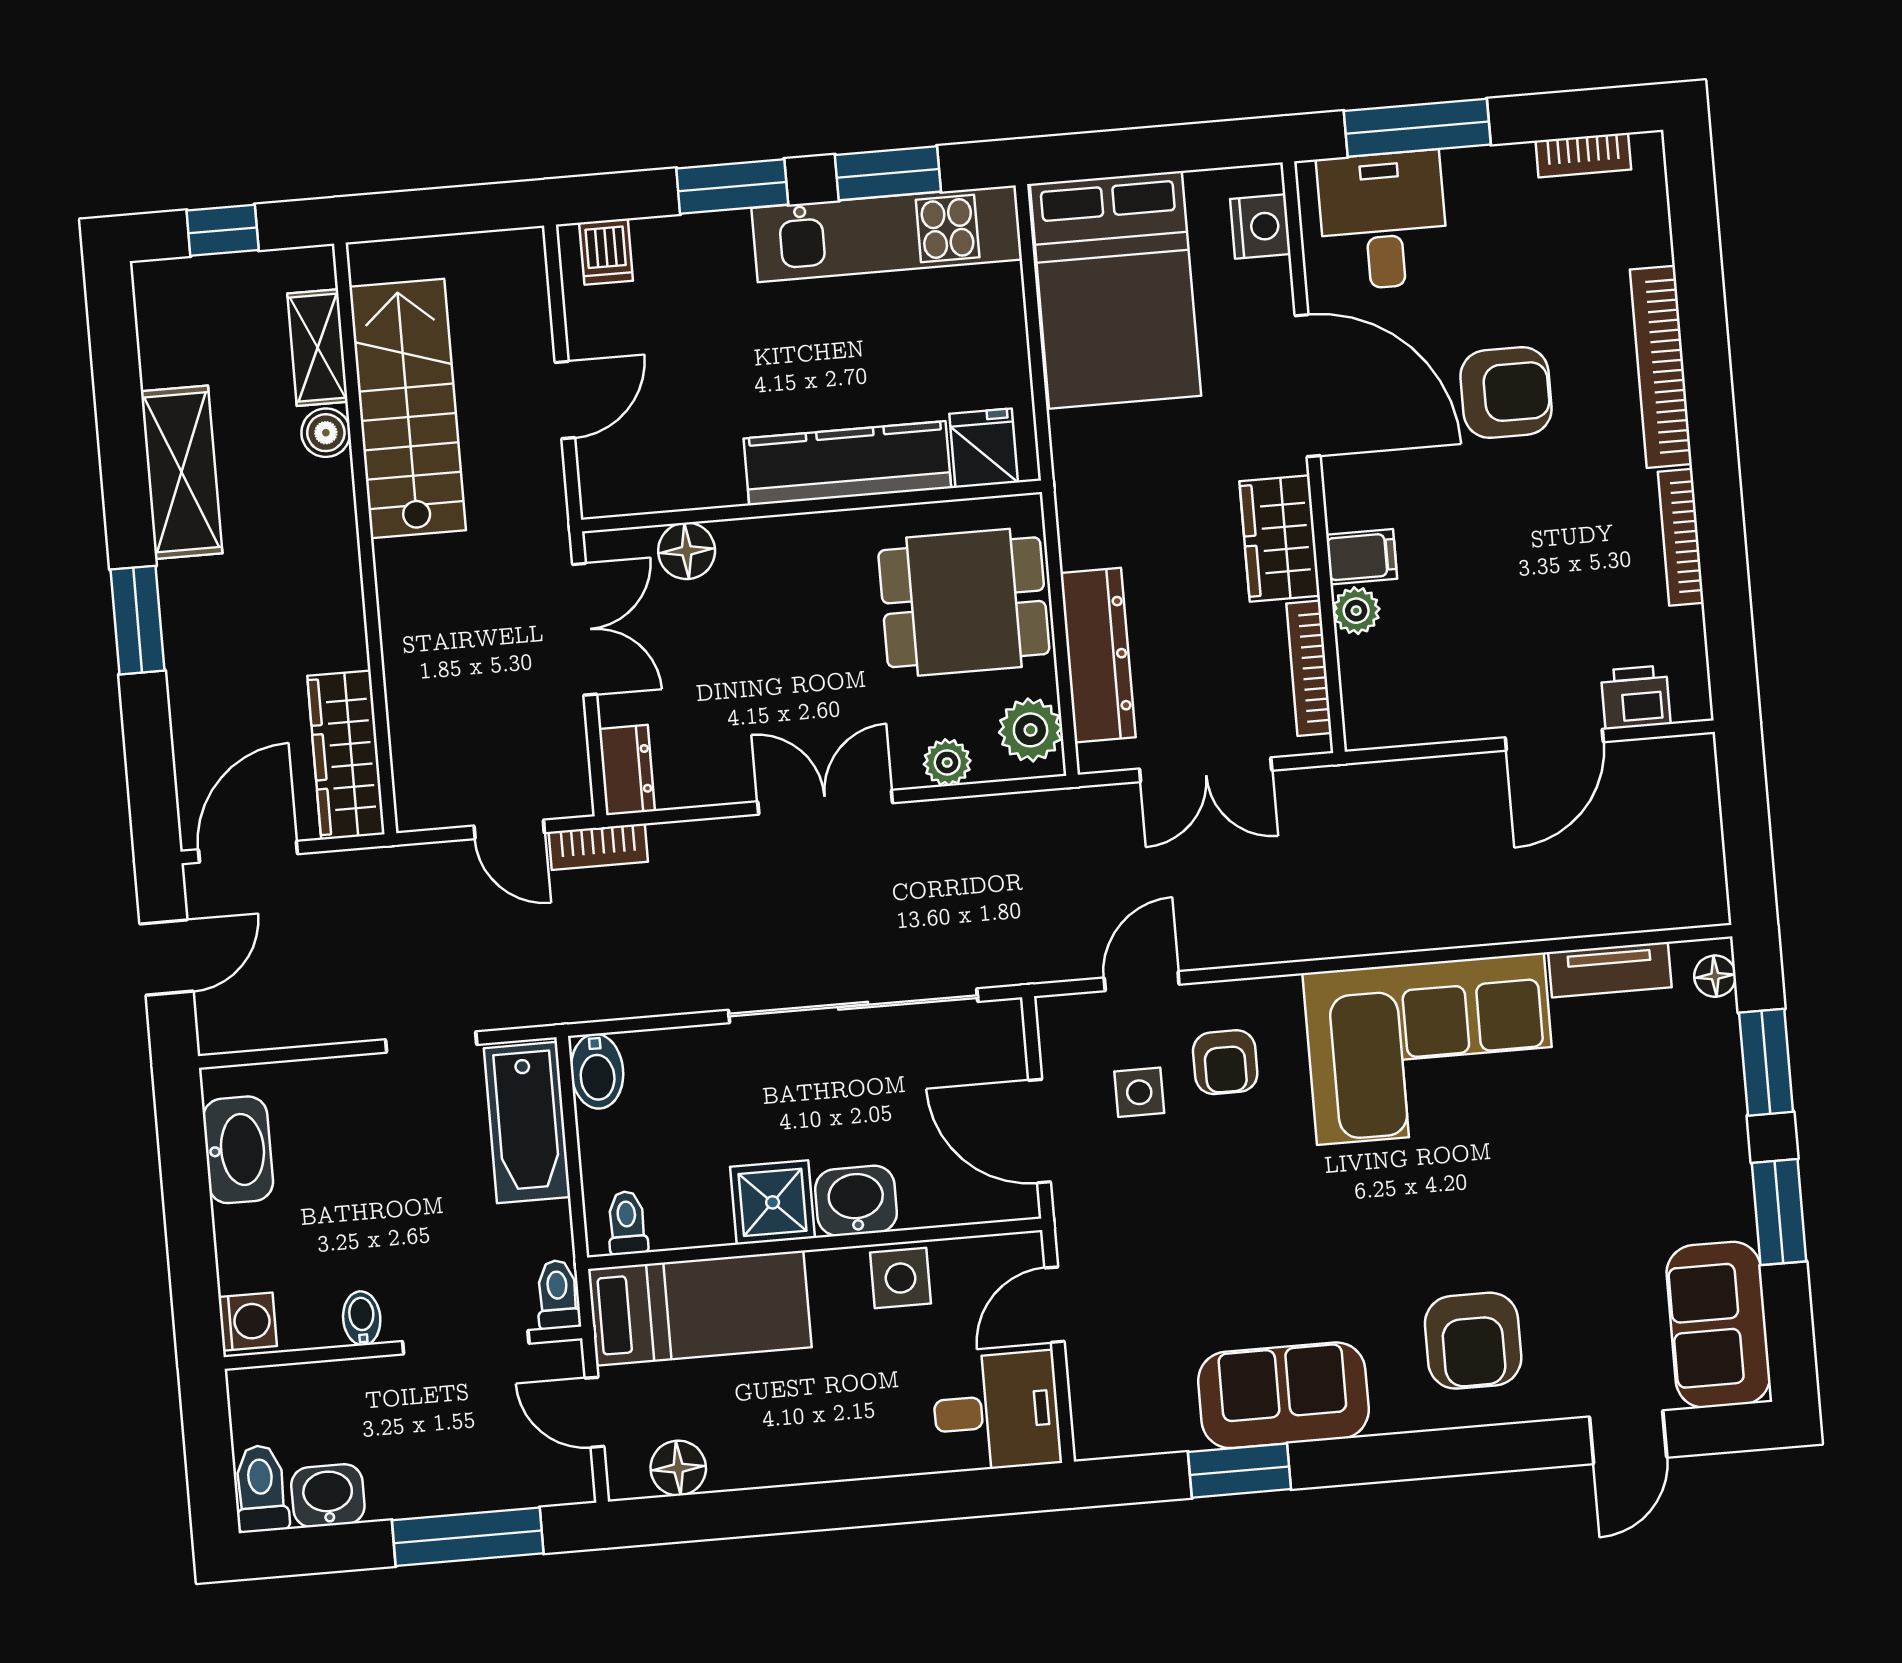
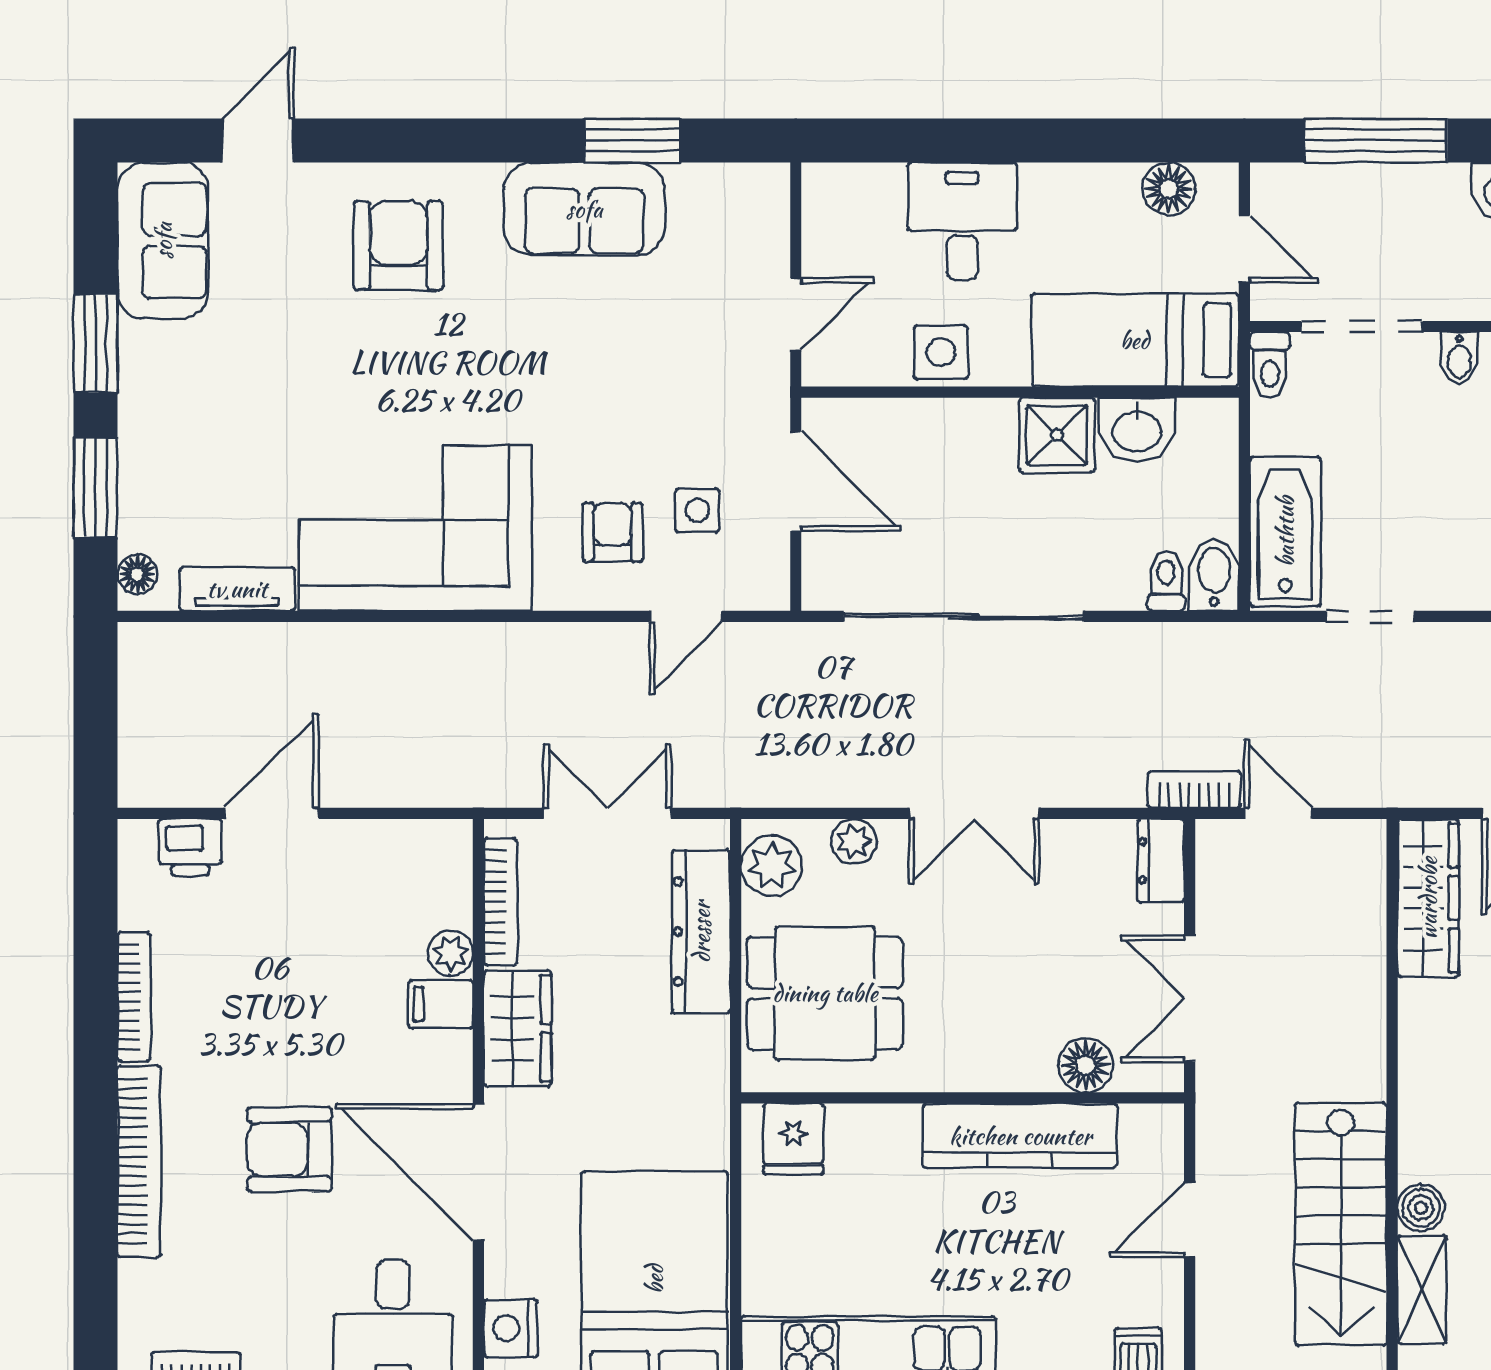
kitchen counter: (847, 463) -> (1020, 1136), moved
washbasin: (856, 1201) -> (1137, 430), moved
toilet: (627, 1223) -> (1166, 581), moved, turned 180
desk: (996, 1411) -> (962, 221), moved, turned 90

